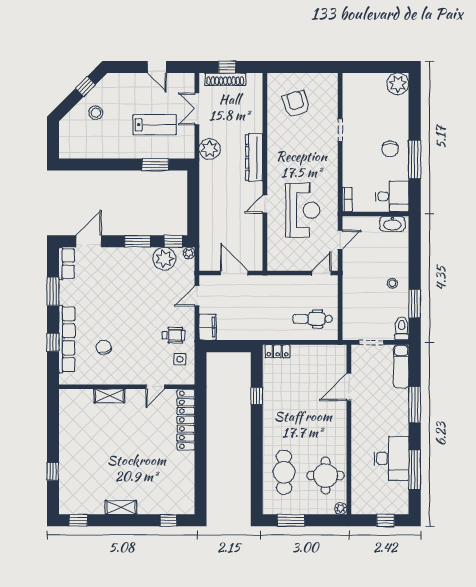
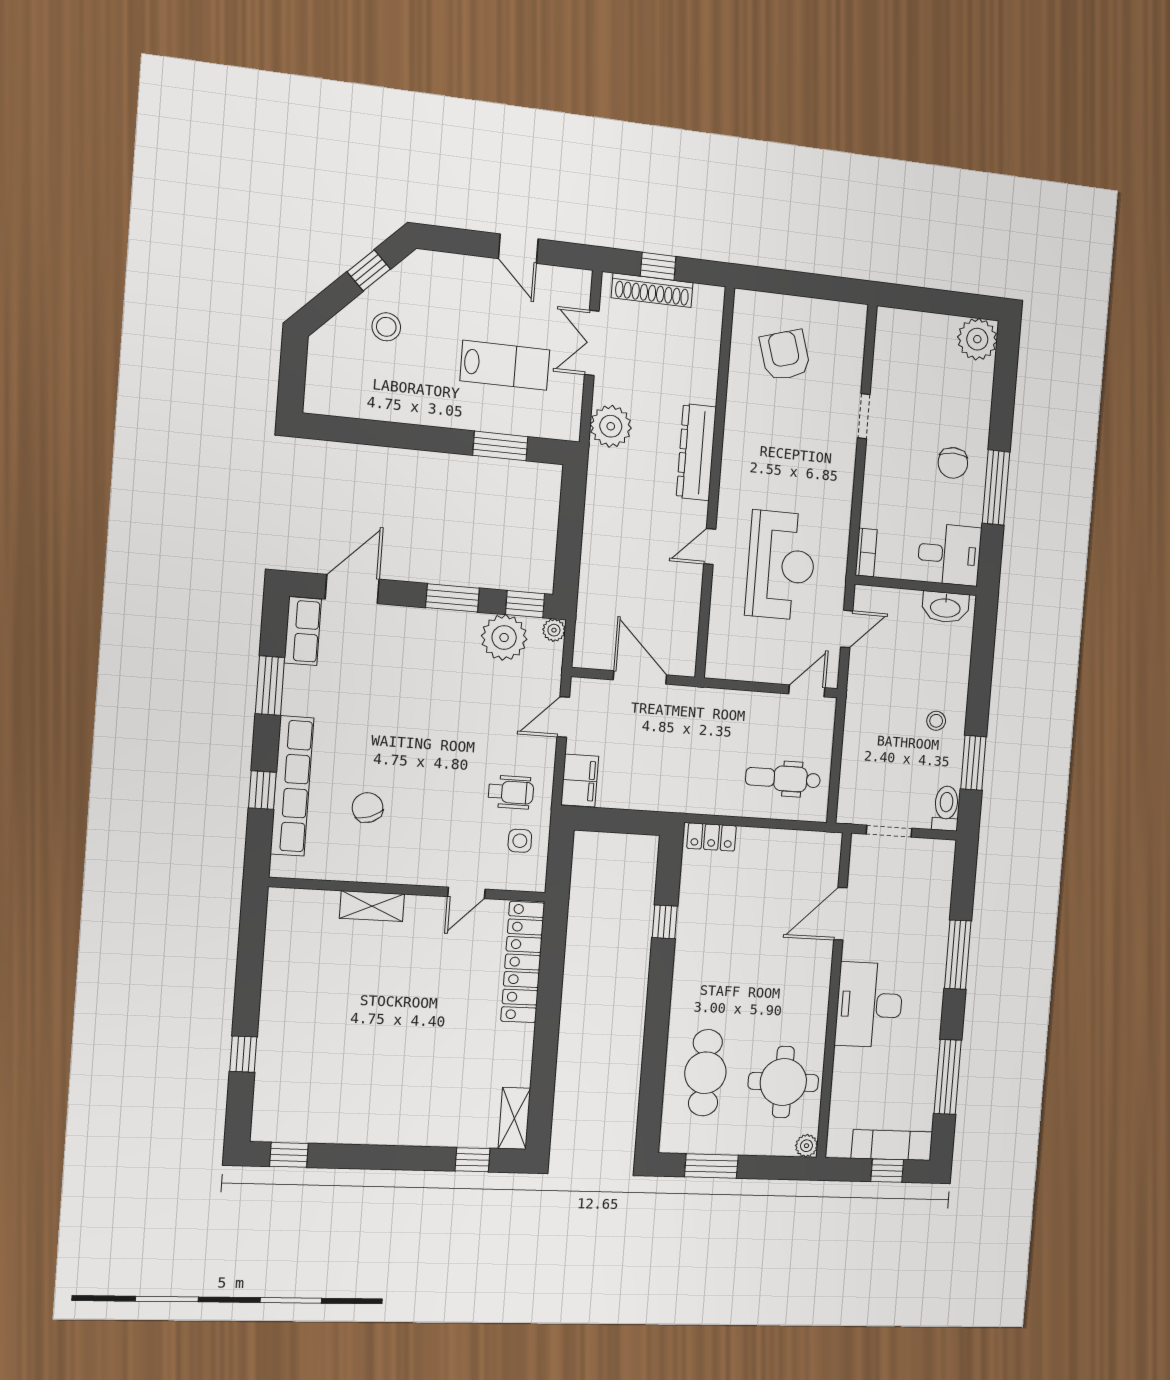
exam couch: (401, 366) -> (892, 1145), moved, turned 90
desk: (391, 458) -> (869, 1005), moved, turned 180
shelving: (121, 507) -> (514, 1118), moved, turned 90

